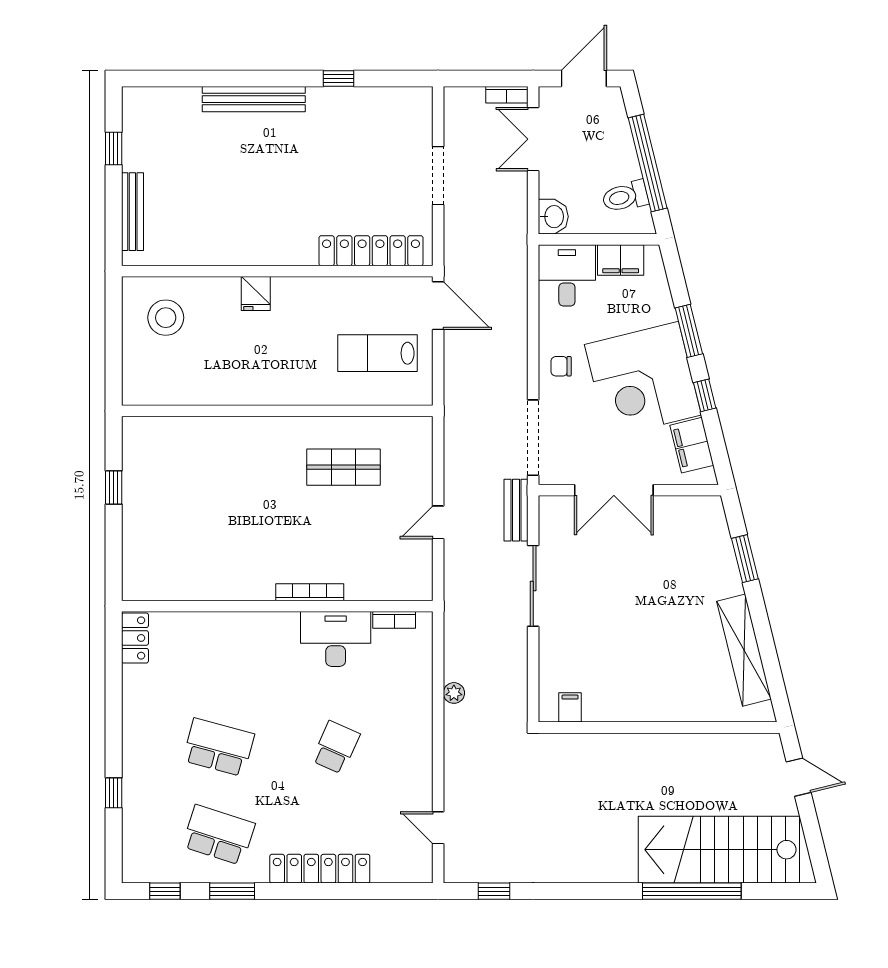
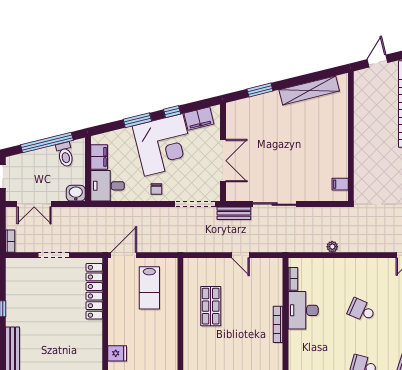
bookcase: (507, 95) -> (10, 241), moved

